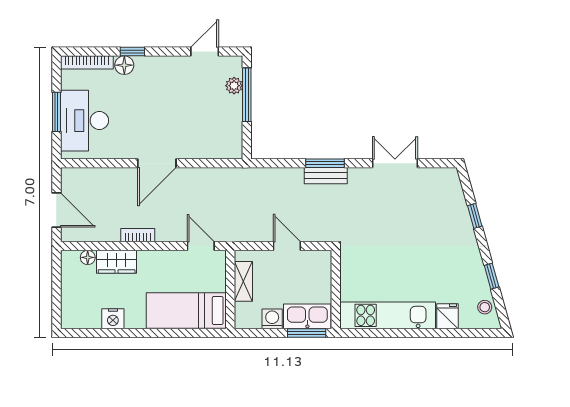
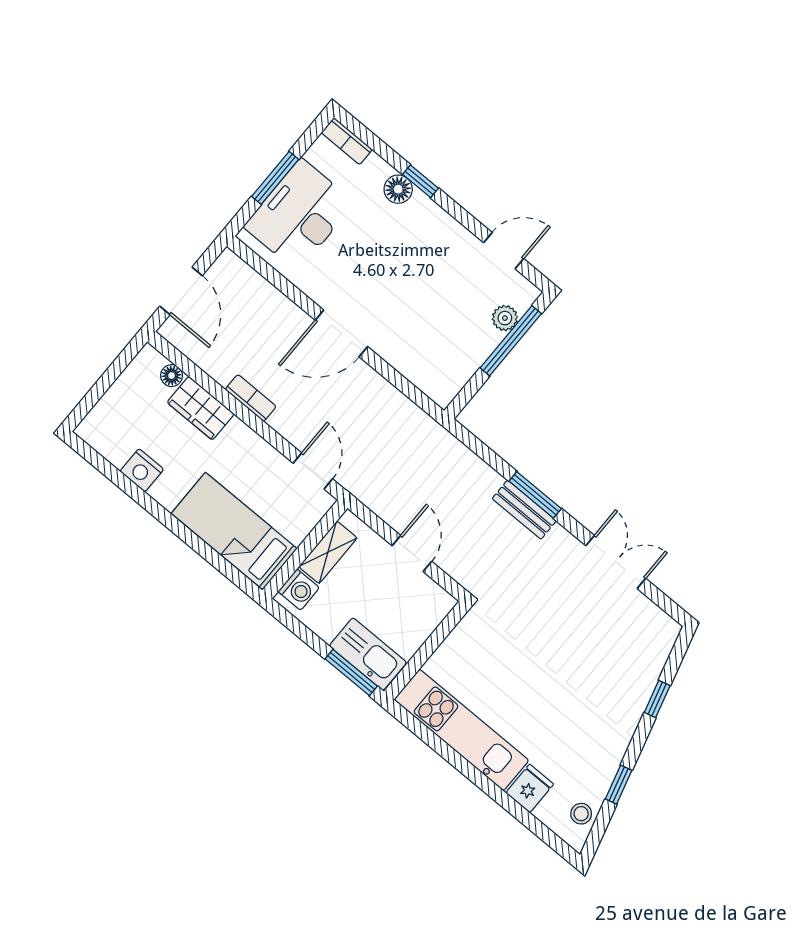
bookcase: (87, 62) -> (347, 141), width x0.64
washing machine: (272, 319) -> (299, 590), moved, turned 90

